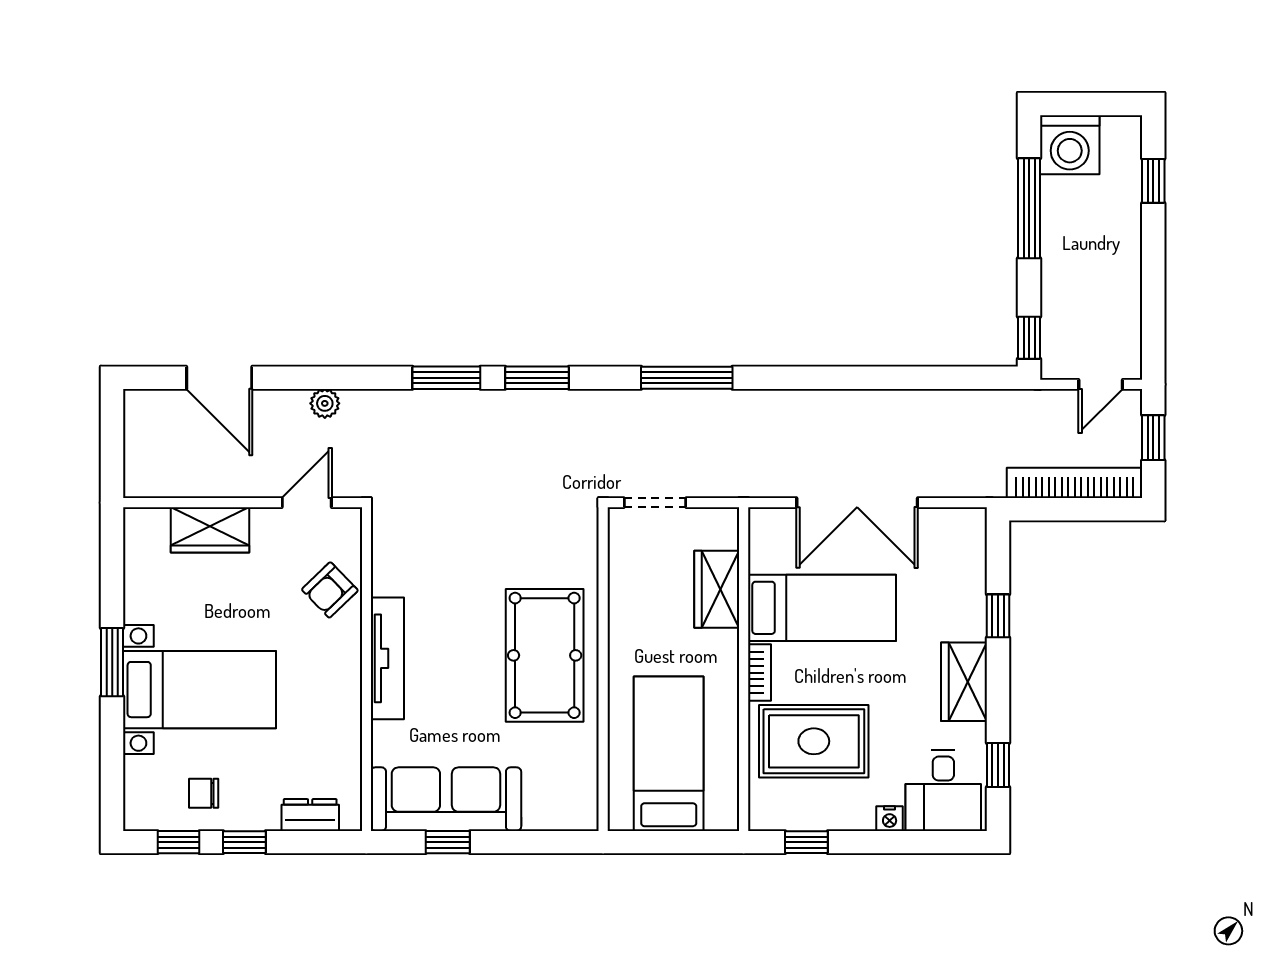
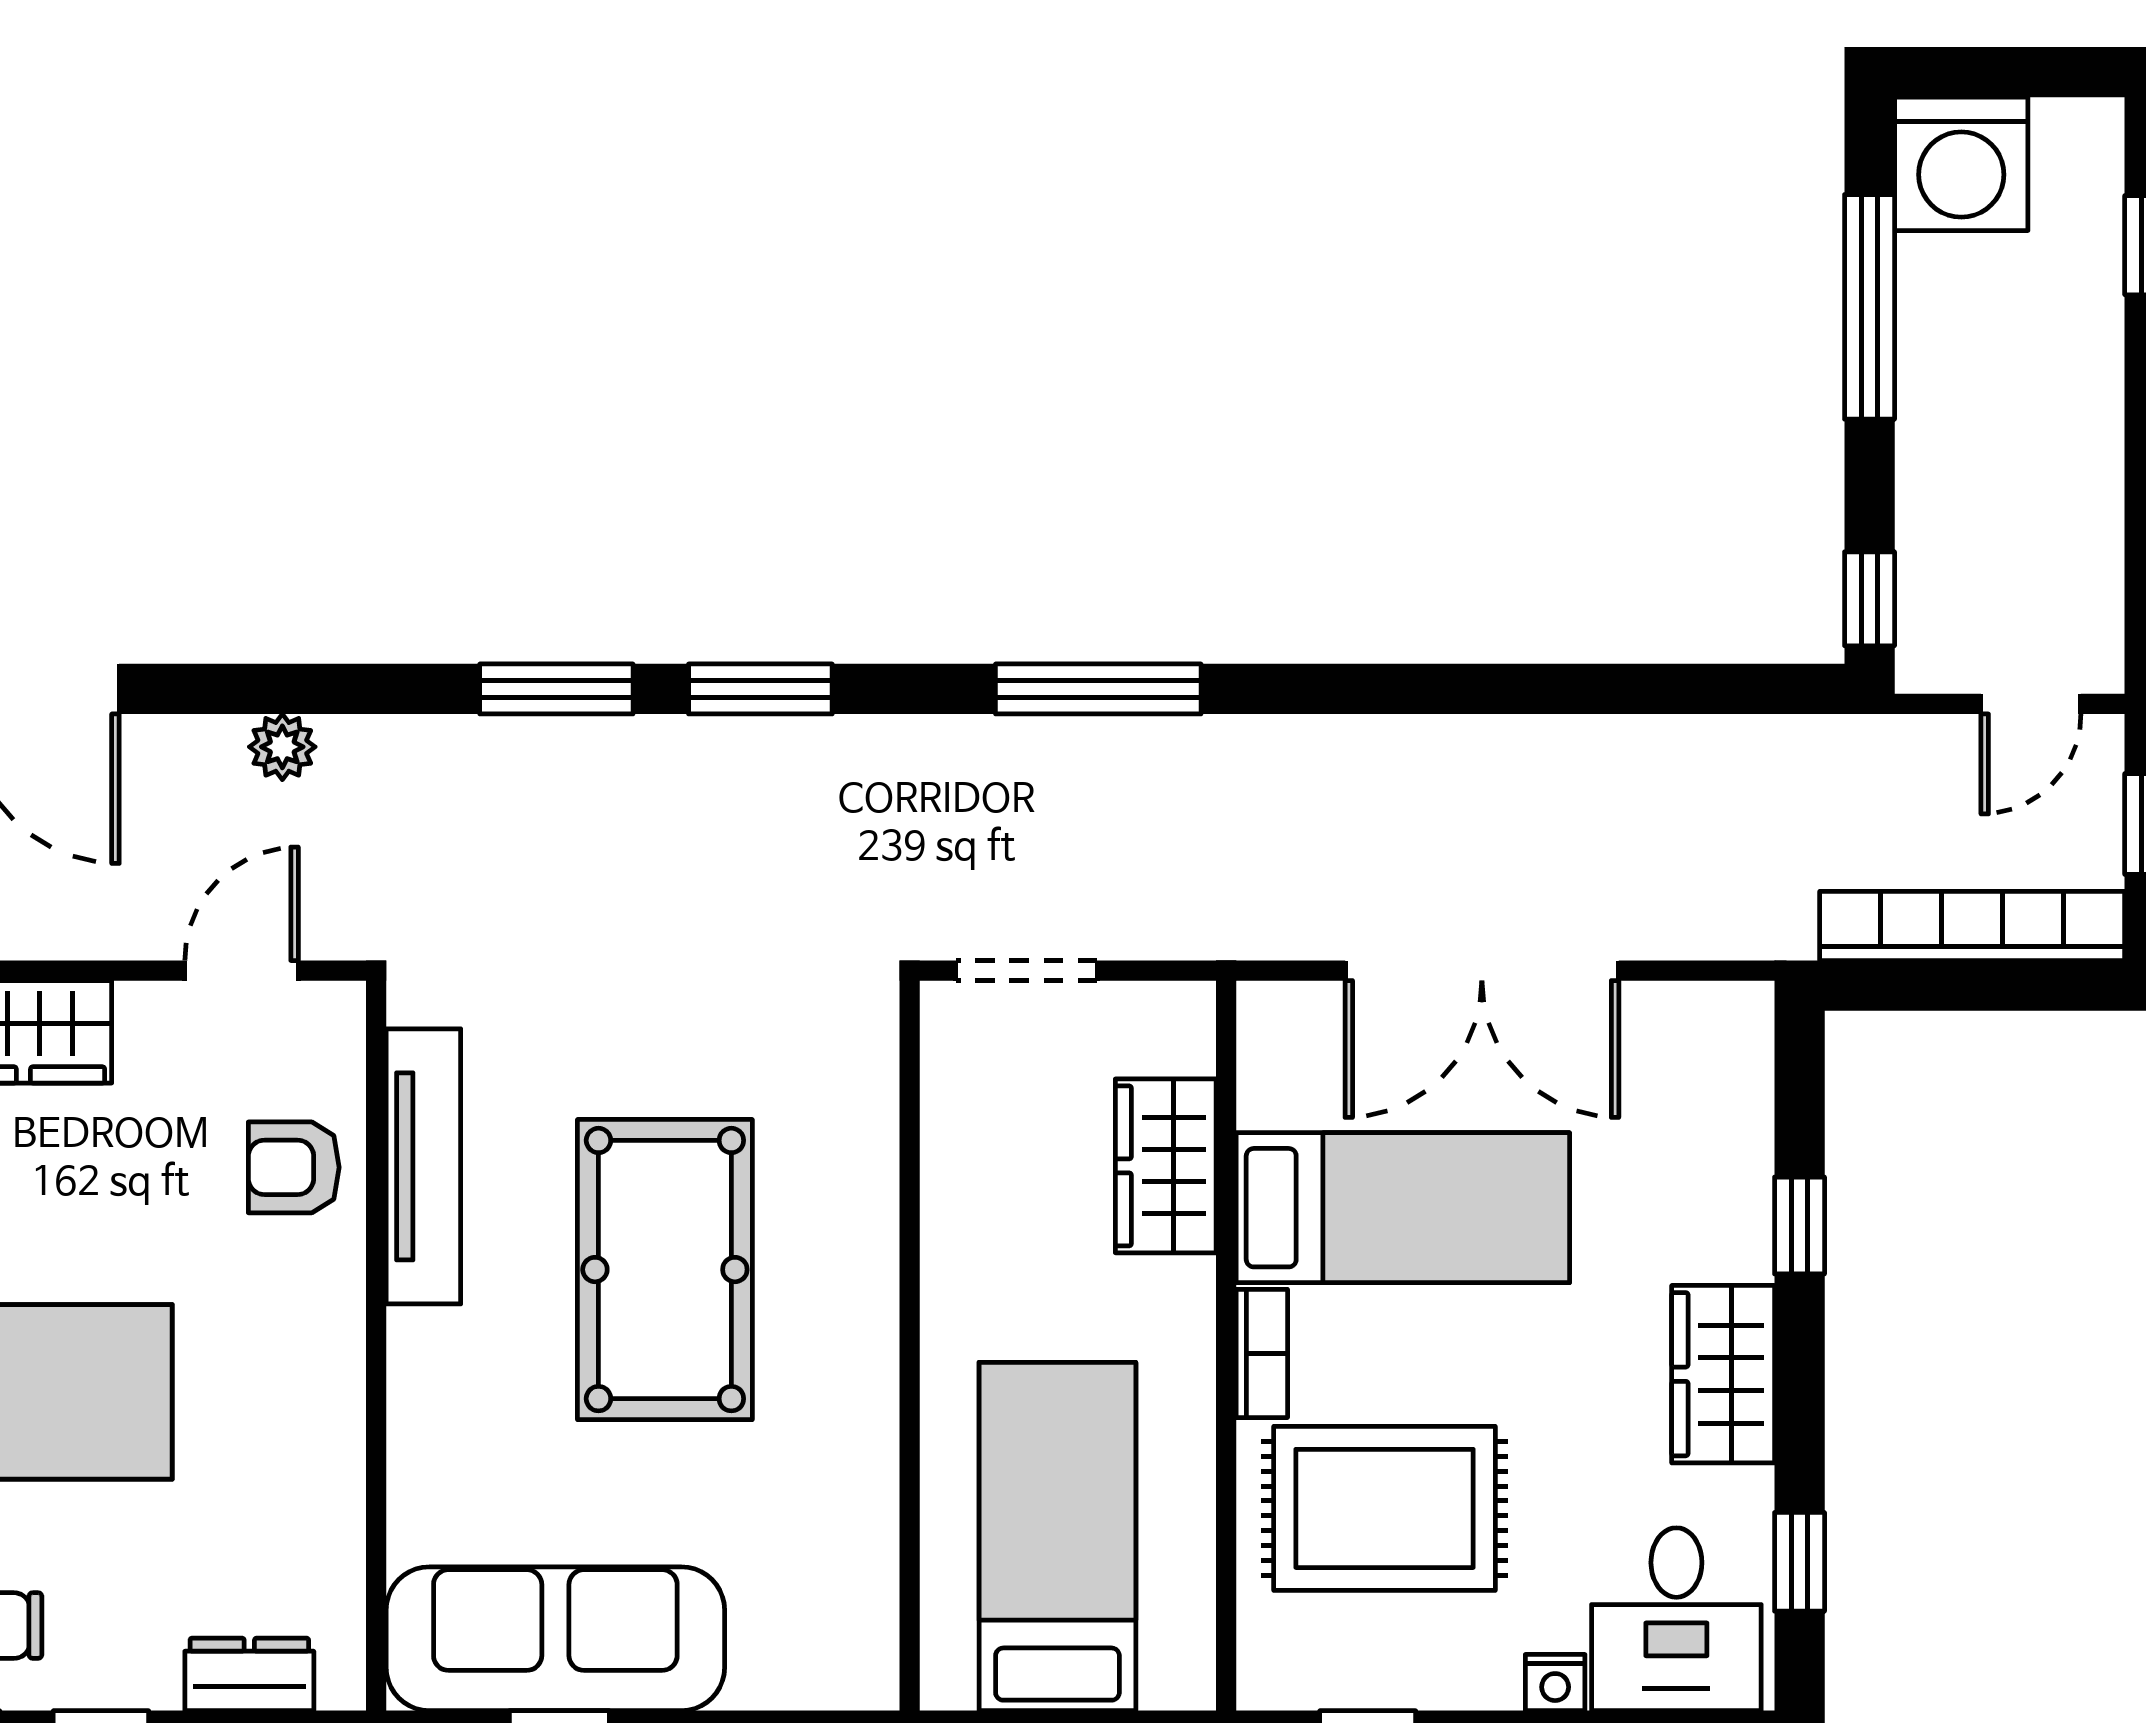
armchair: (330, 590) -> (294, 1167), turned 44
pool table: (545, 655) -> (665, 1270), moved
tv unit: (387, 658) -> (423, 1166), moved

